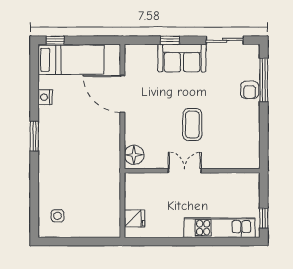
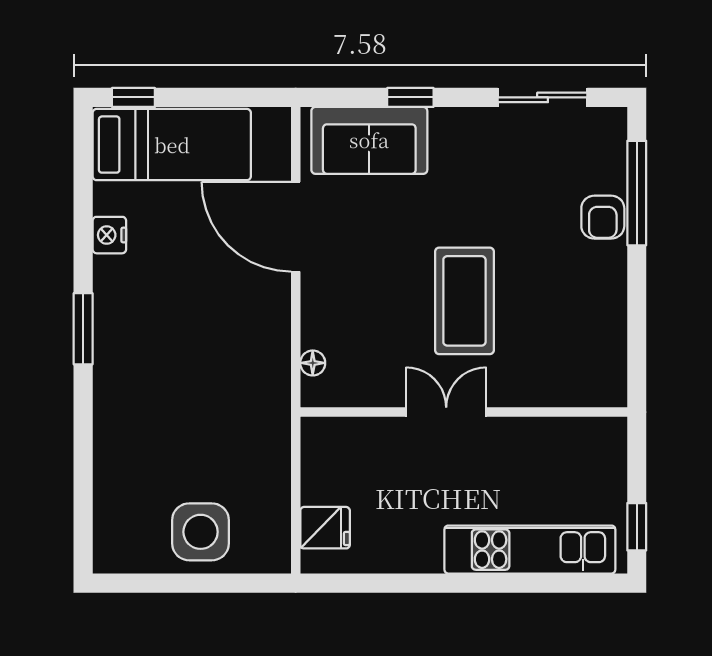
sofa: (182, 58) -> (369, 140), moved
coffee table: (192, 125) -> (464, 301), width x1.36, depth x1.32
floor lamp: (134, 155) -> (313, 363), width x0.53, depth x0.53
side table: (58, 216) -> (201, 532), moved, width x1.87, depth x1.87

